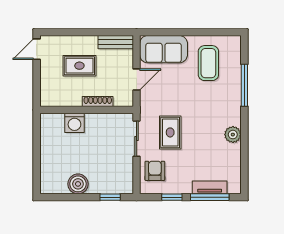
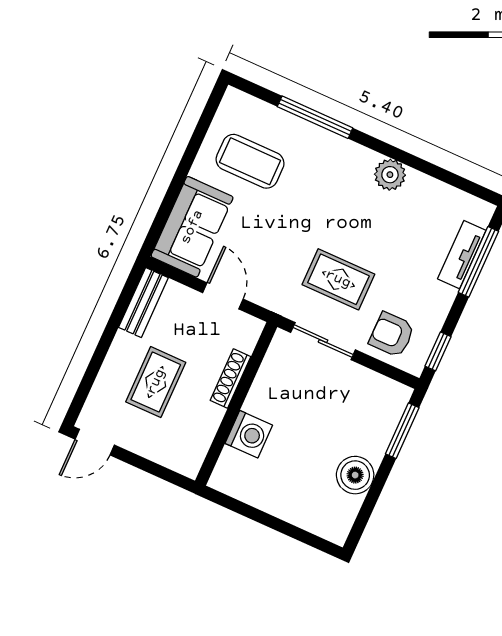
door: (37, 49) -> (95, 442), hinge flipped
window: (110, 197) -> (402, 431), width x1.50
window: (172, 197) -> (438, 351), moved

